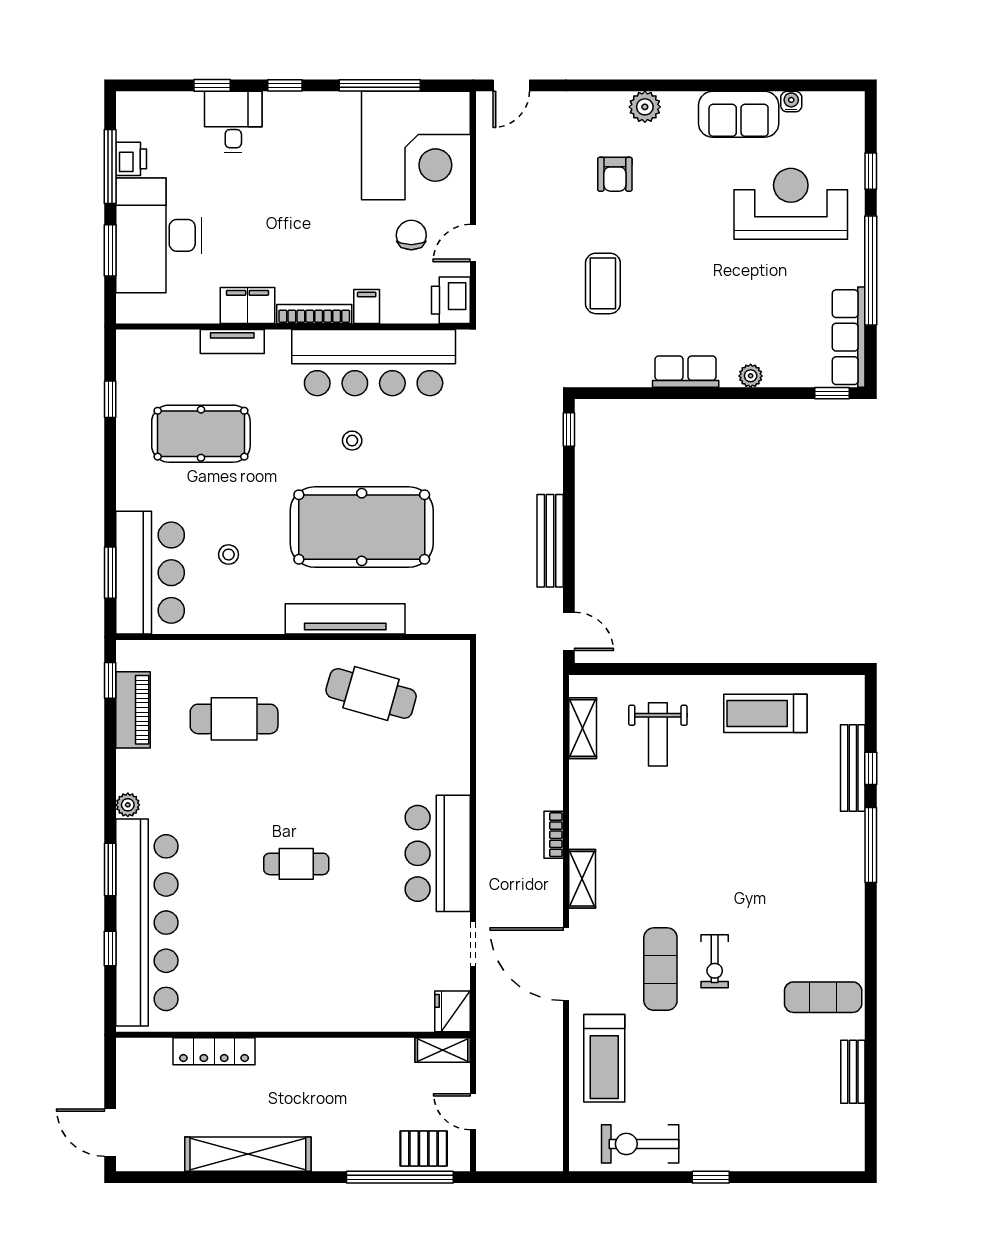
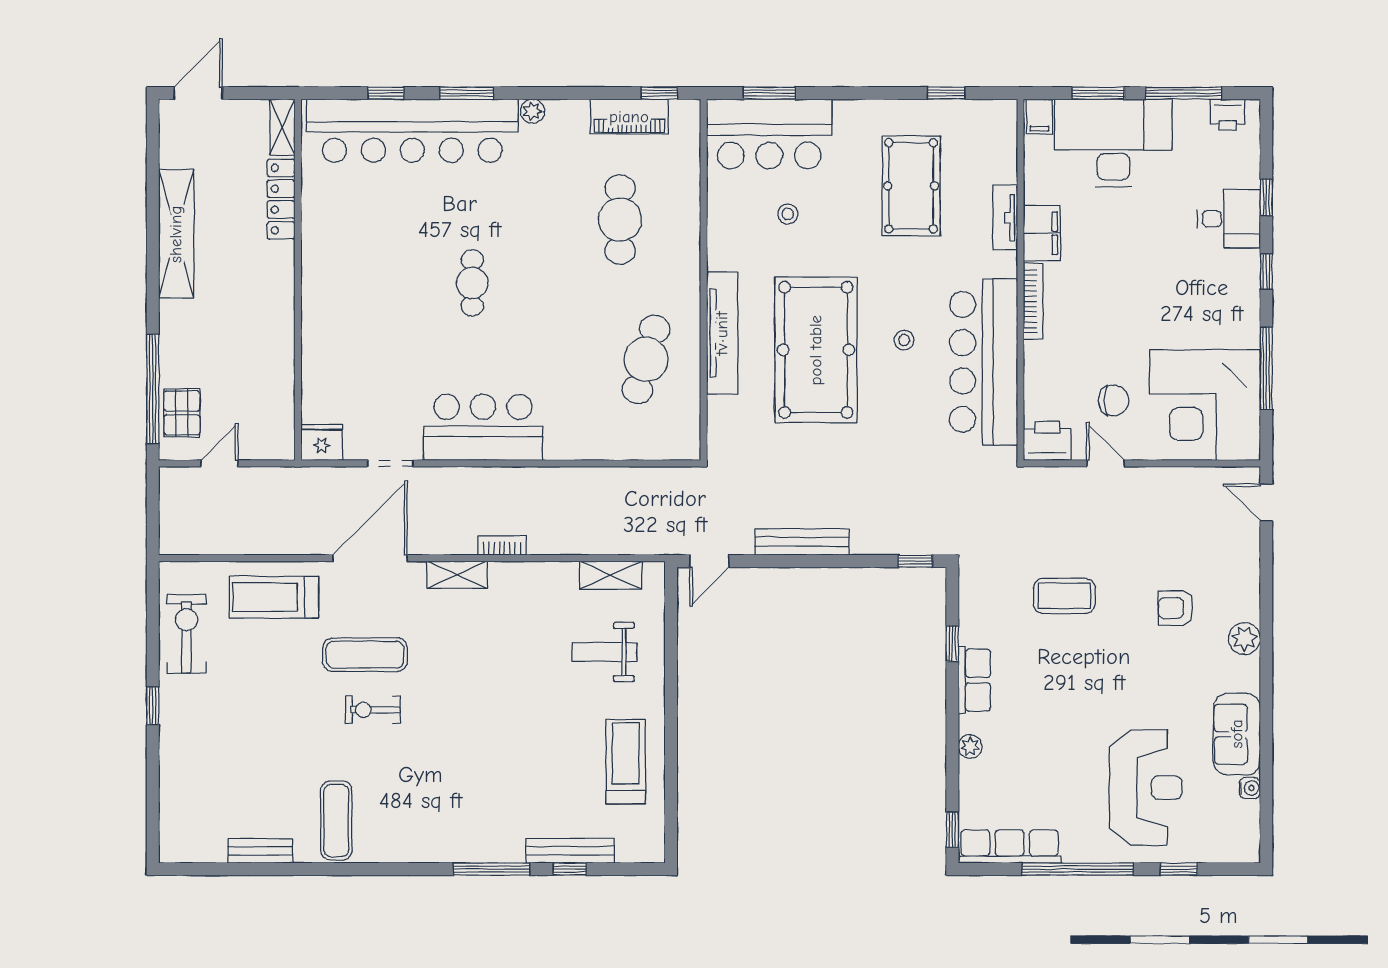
printer: (131, 159) -> (1228, 115), moved
filing cabinet: (367, 306) -> (1039, 116), moved, turned 90
window: (650, 393) -> (952, 643), added
shelving: (443, 1050) -> (282, 127), moved

